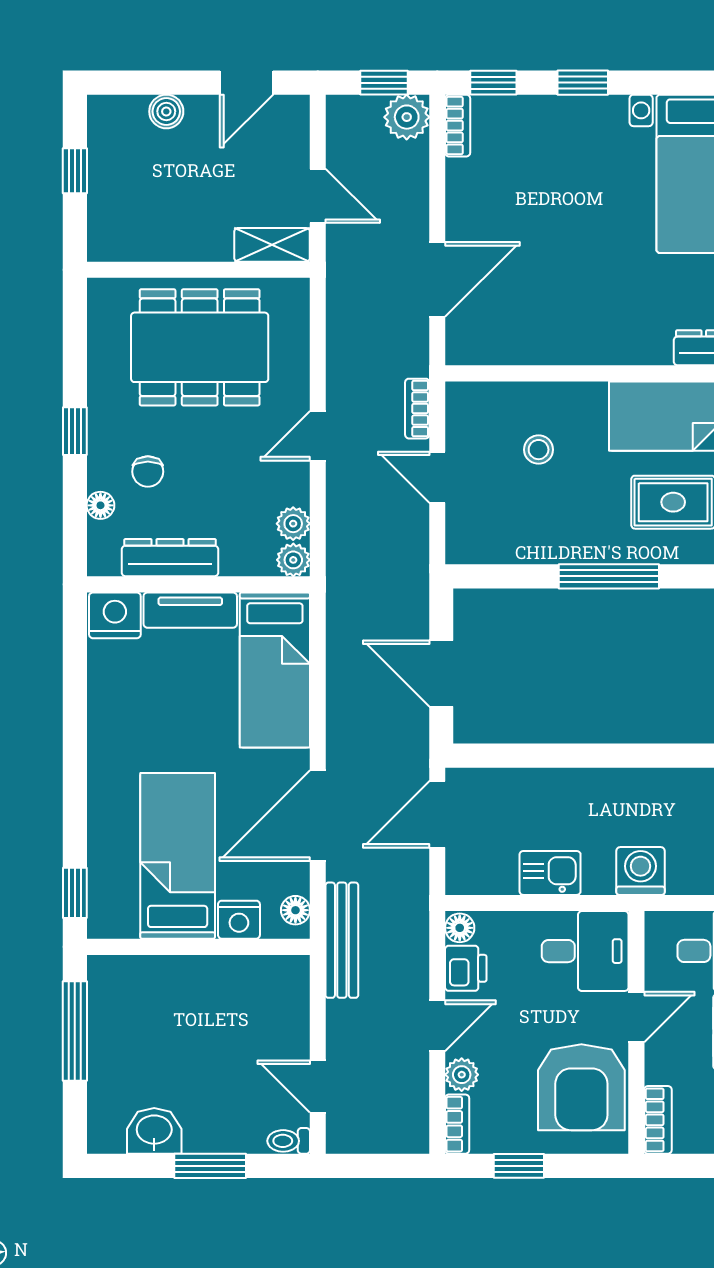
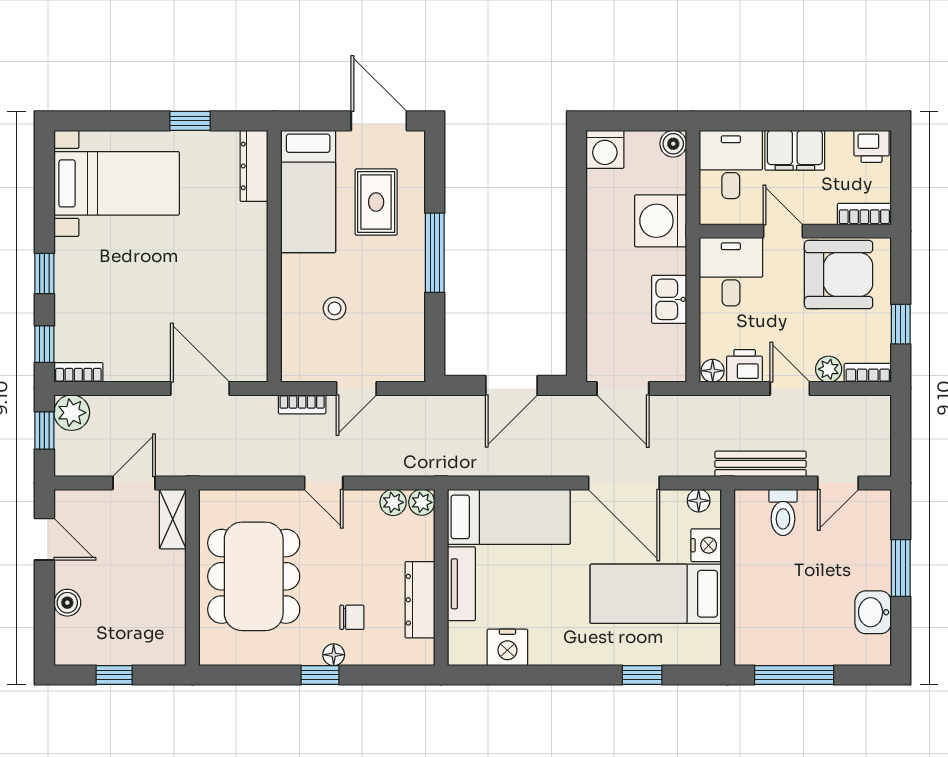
floor lamp: (100, 505) -> (334, 655), moved
nightstand: (115, 615) -> (507, 647), moved, turned -90
washing machine: (641, 871) -> (661, 221), width x1.37, depth x1.37
window: (75, 893) -> (642, 675), moved
bench: (342, 940) -> (761, 464), moved
toilet: (289, 1141) -> (783, 512), moved, width x1.37, depth x1.39

